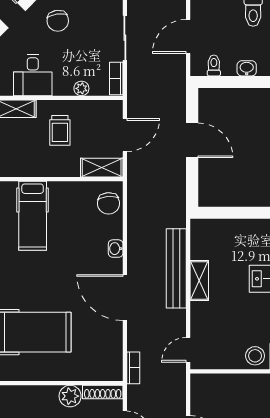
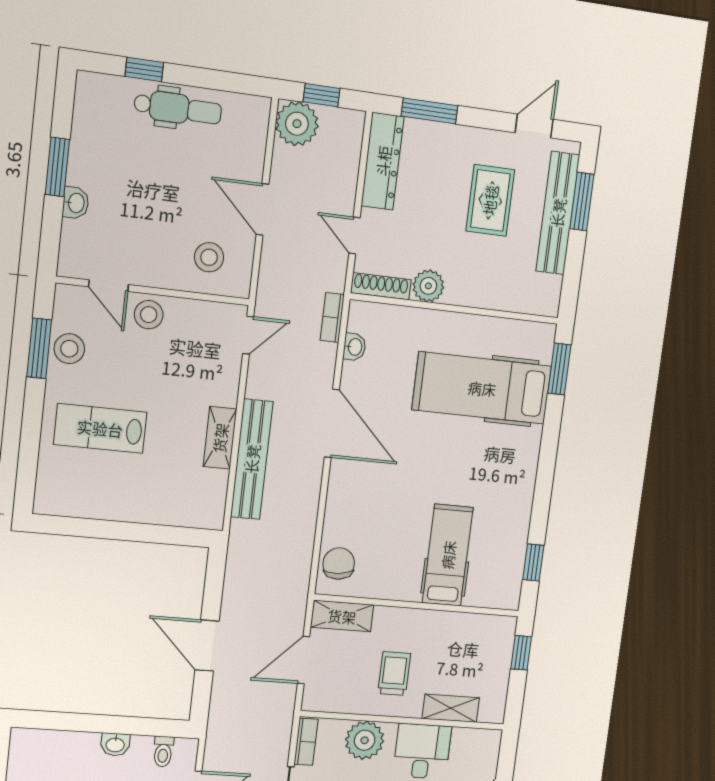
plant: (81, 88) -> (365, 740), width x1.87, depth x1.87
washbasin: (116, 249) -> (355, 347), moved
stool: (220, 397) -> (209, 257), added

